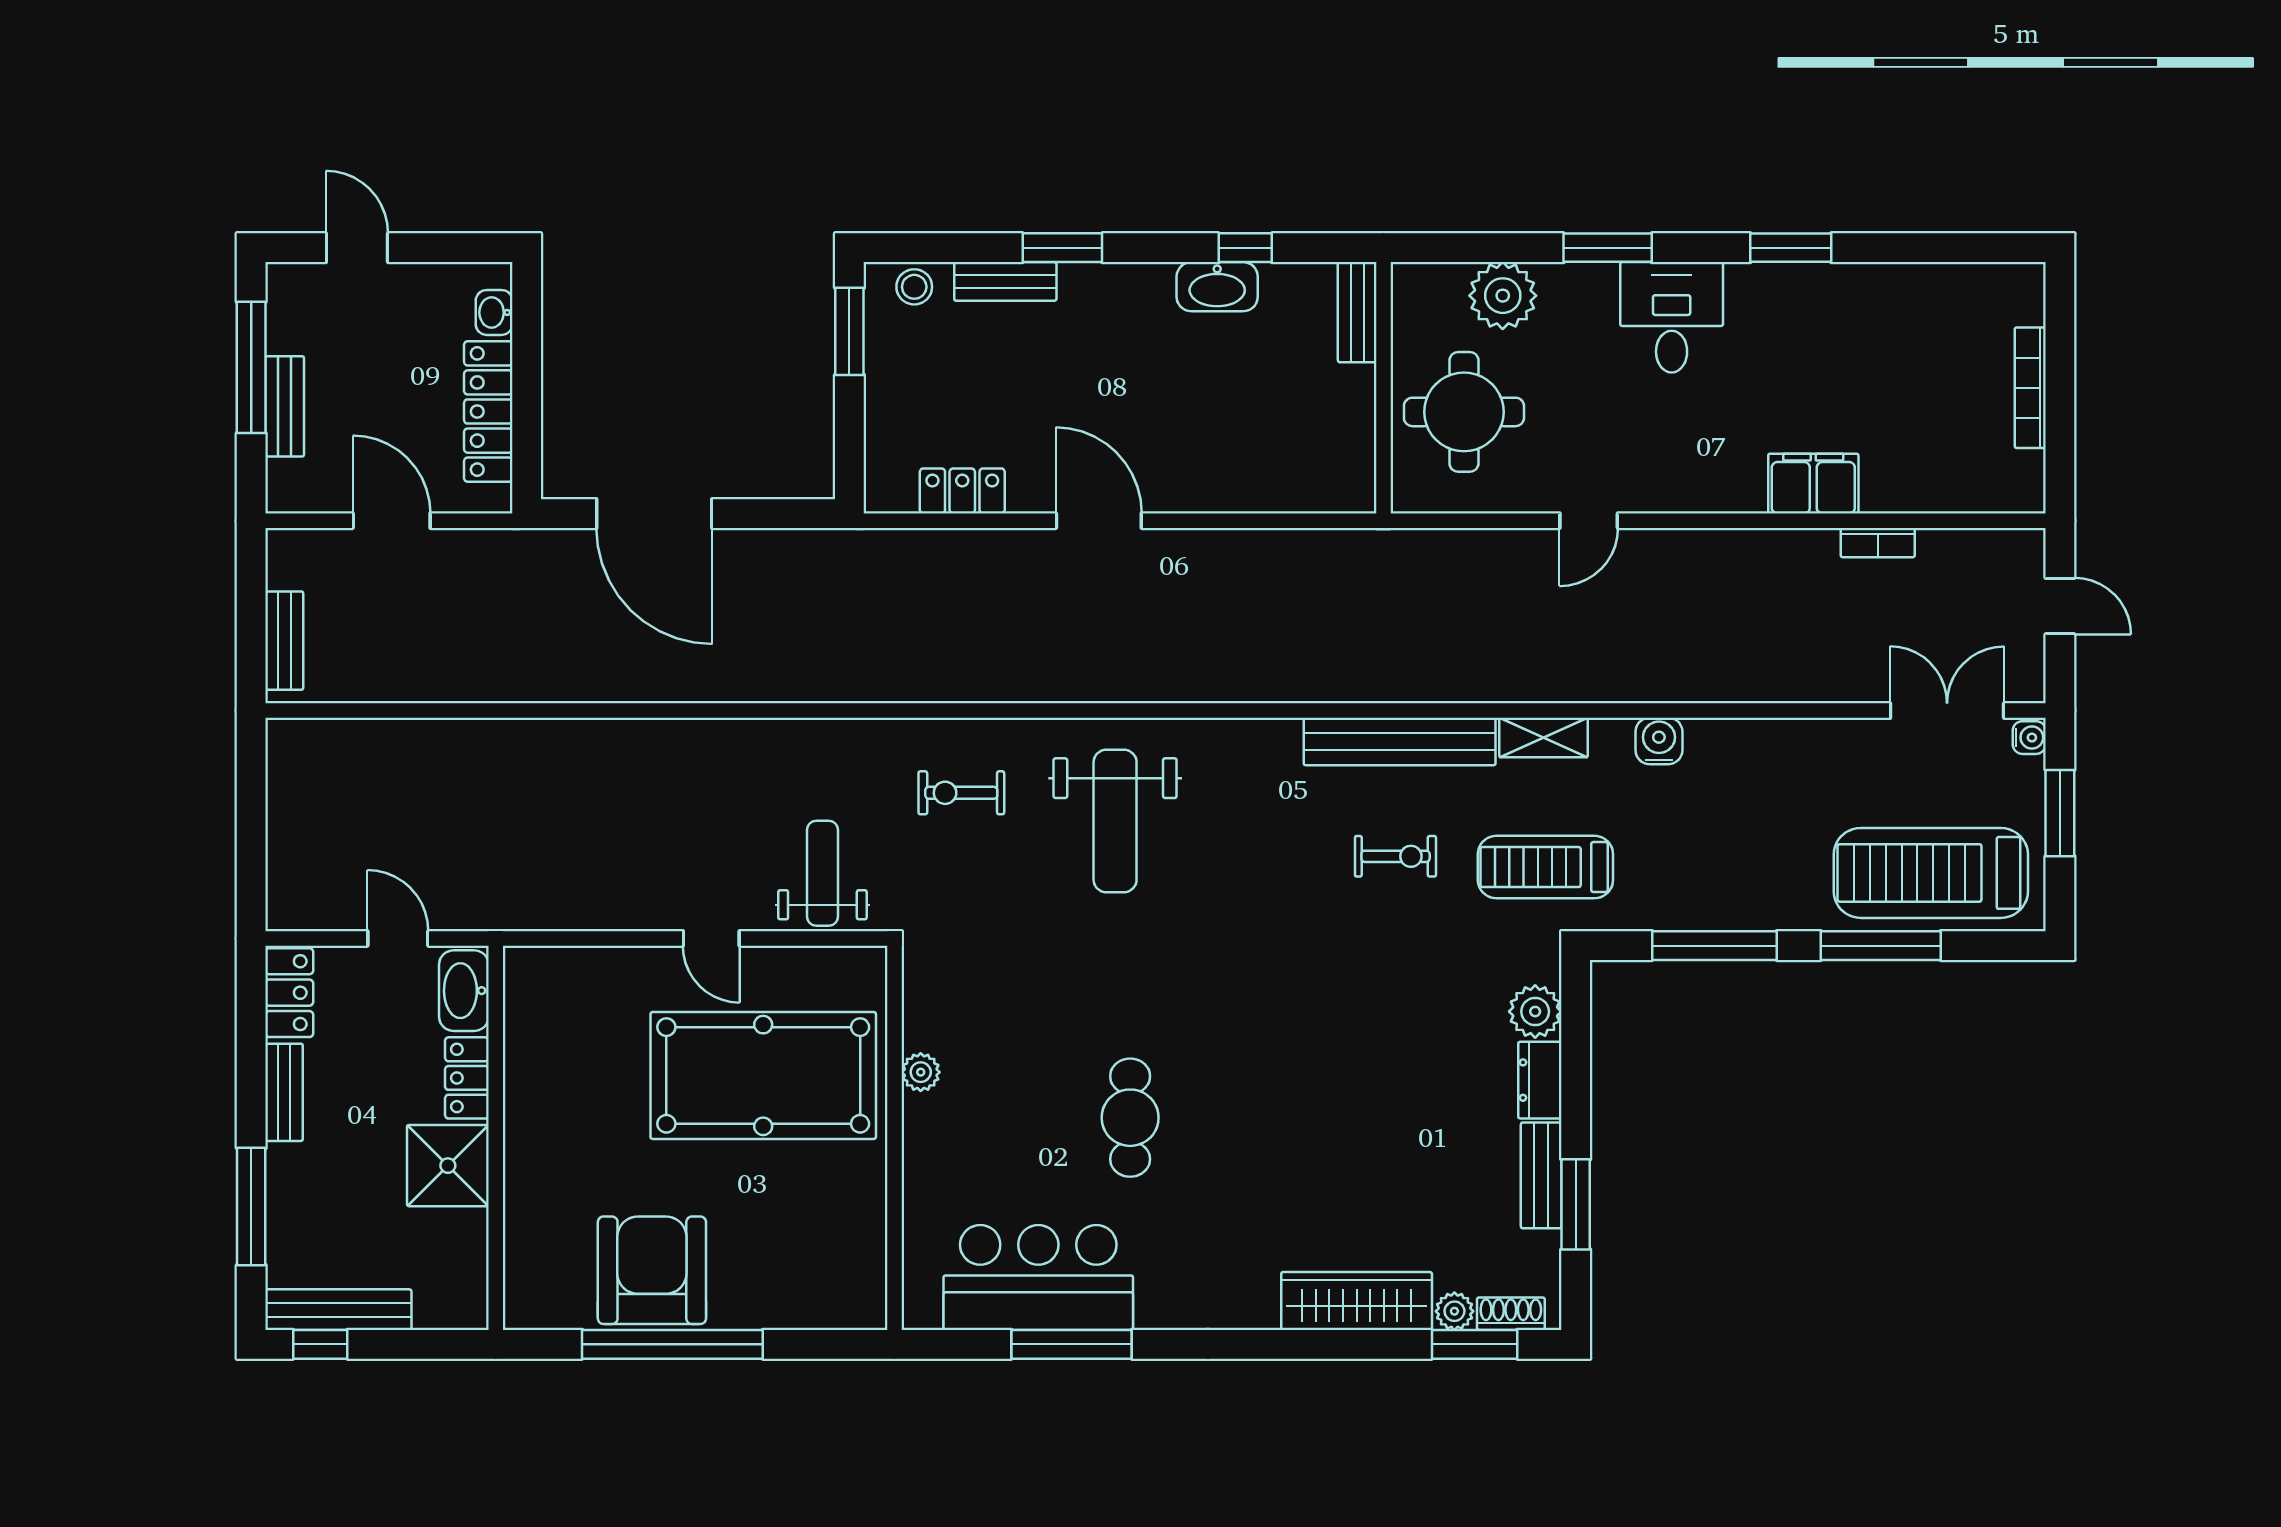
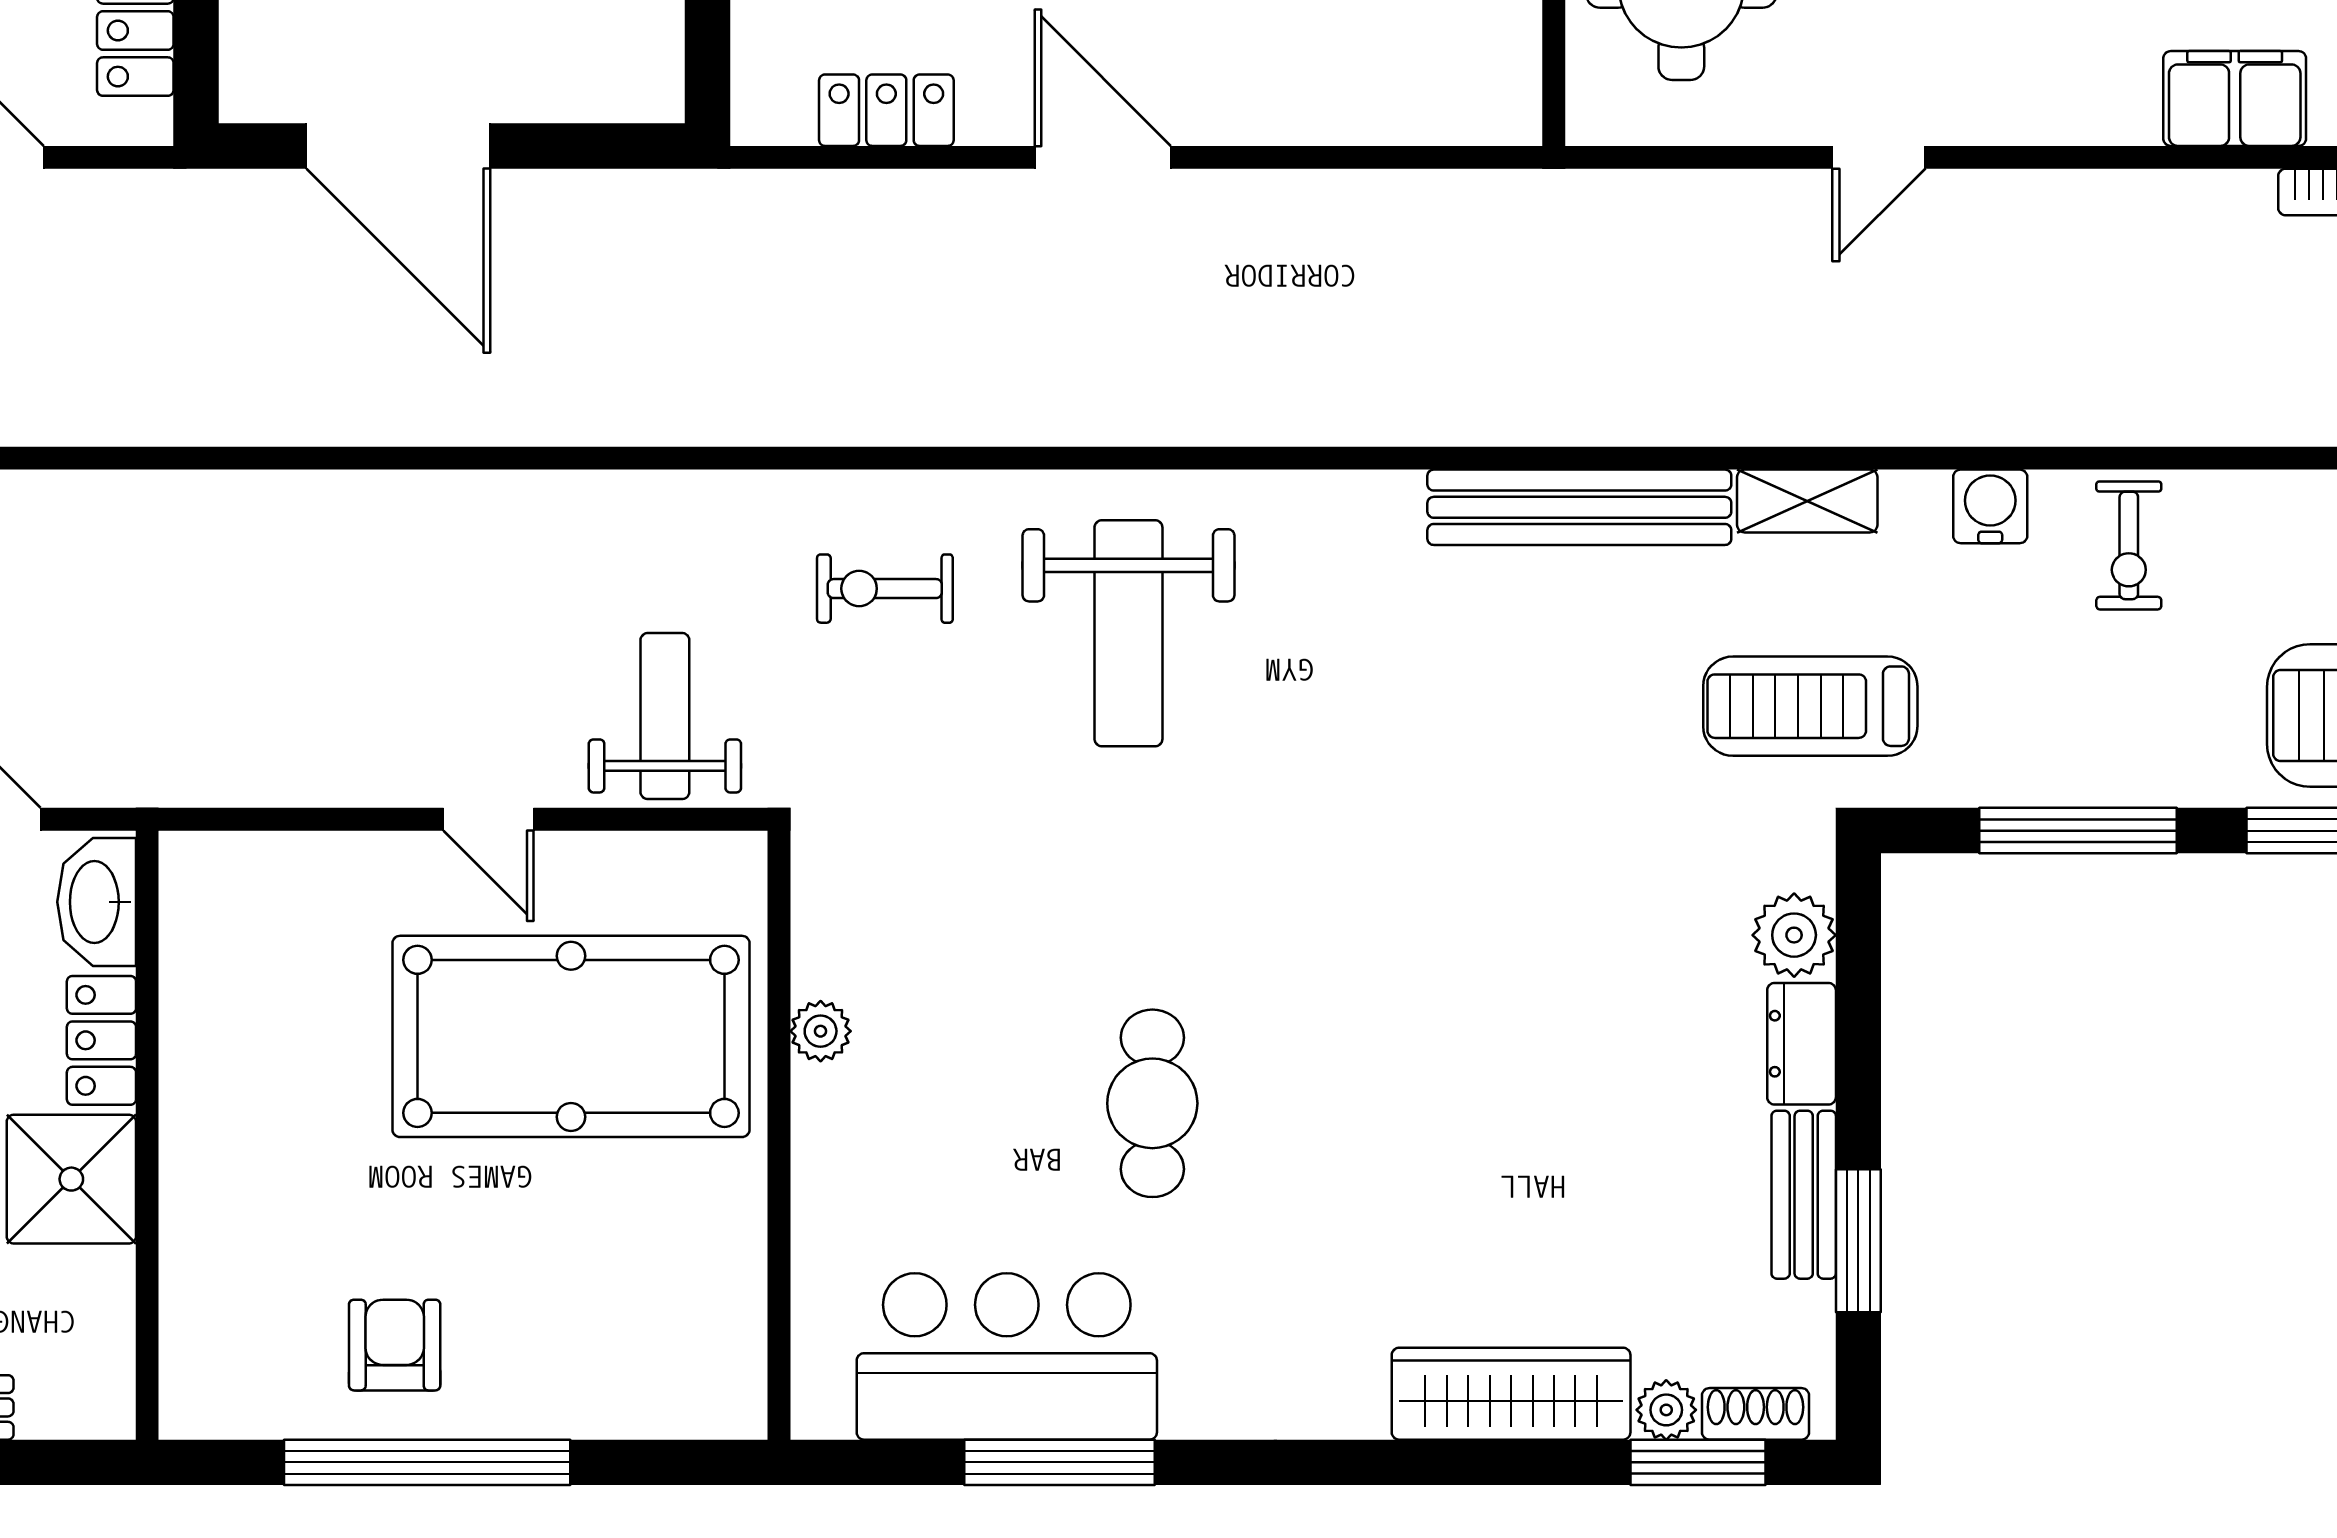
exercise bike: (1396, 856) -> (2129, 545), moved, turned 90
armchair: (652, 1270) -> (395, 1345), width x0.53, depth x0.53

